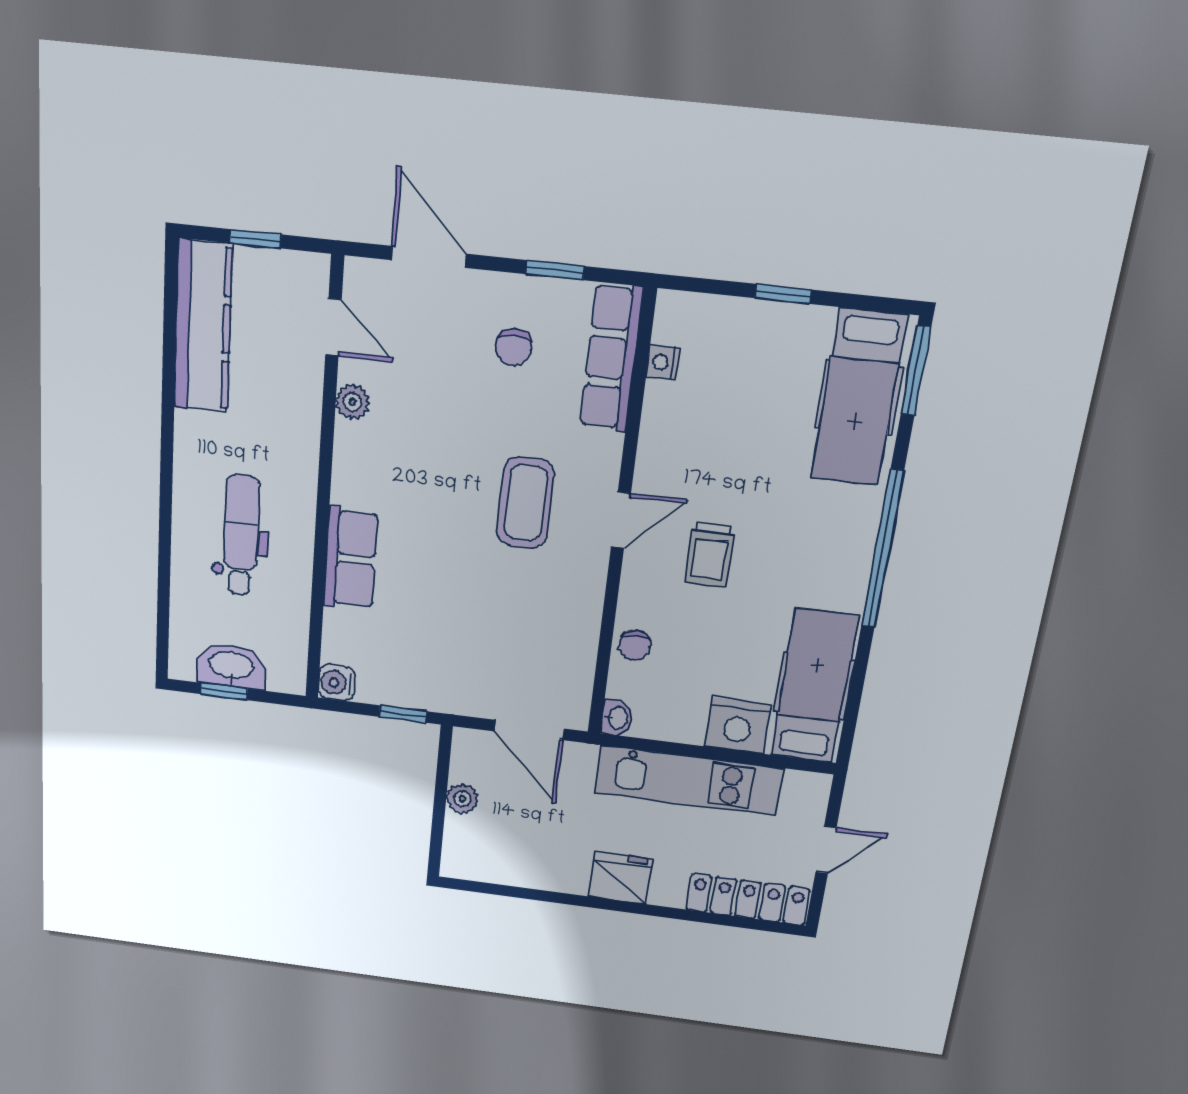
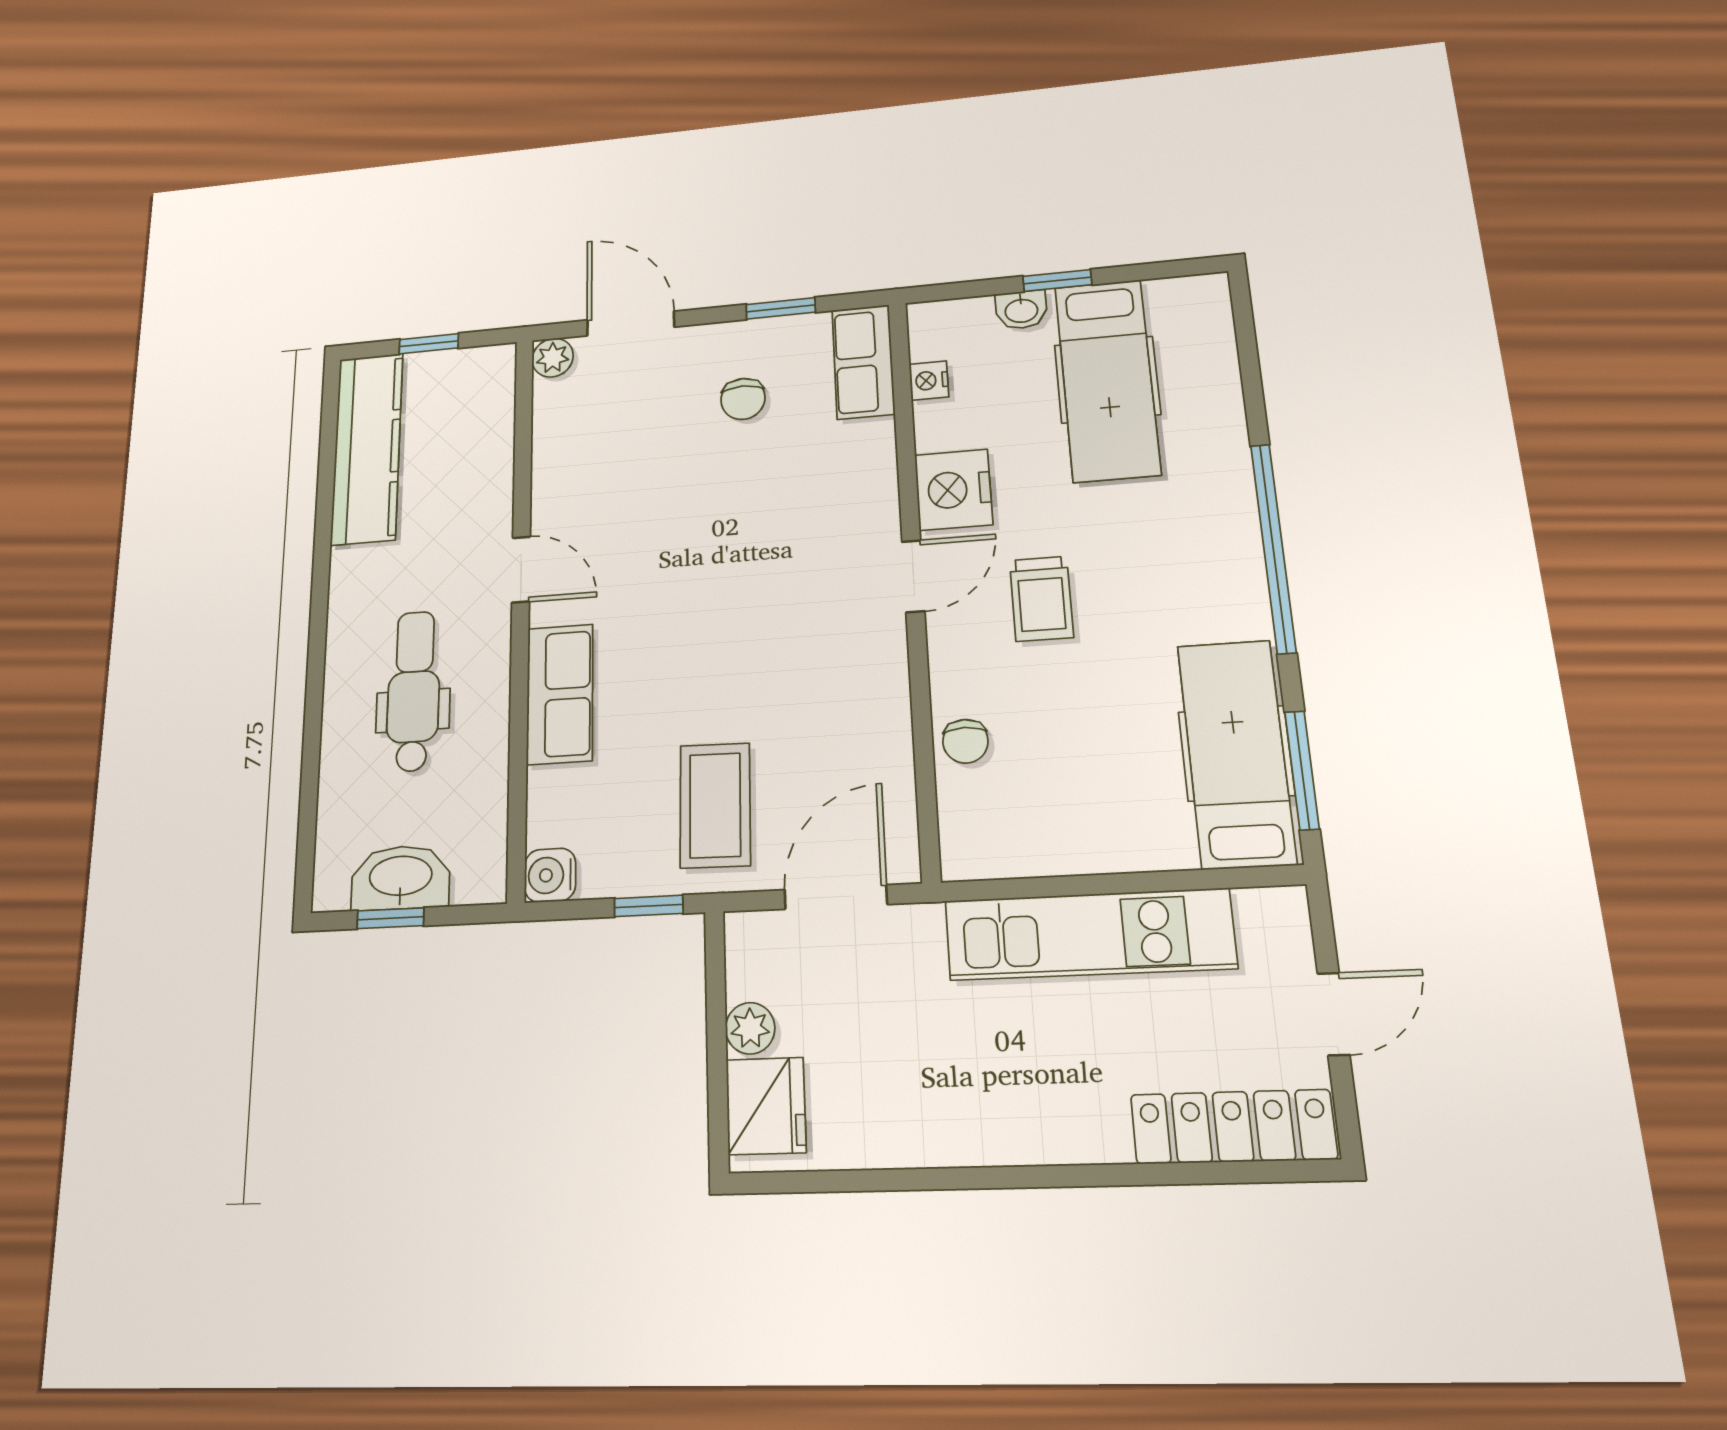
door: (333, 327) -> (521, 570), moved
row of seats: (611, 358) -> (863, 362), width x0.68
window: (916, 371) -> (1302, 770), moved
hospital bed: (859, 397) -> (1107, 380), moved
plant: (353, 402) -> (553, 358), moved
coffee table: (525, 503) -> (715, 805), moved
washbasin: (617, 718) -> (1021, 310), moved, turned 90
nightstand: (738, 725) -> (953, 490), moved, turned 90
door: (529, 730) -> (836, 897), swing flipped
fridge: (620, 878) -> (766, 1106), moved, turned 90

